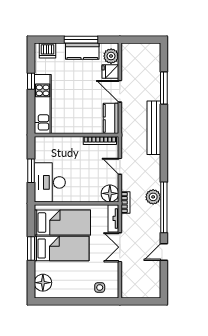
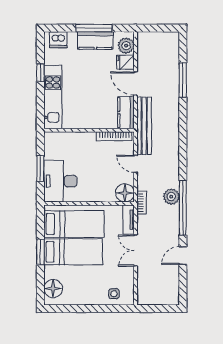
bench: (154, 128) -> (144, 126), moved

